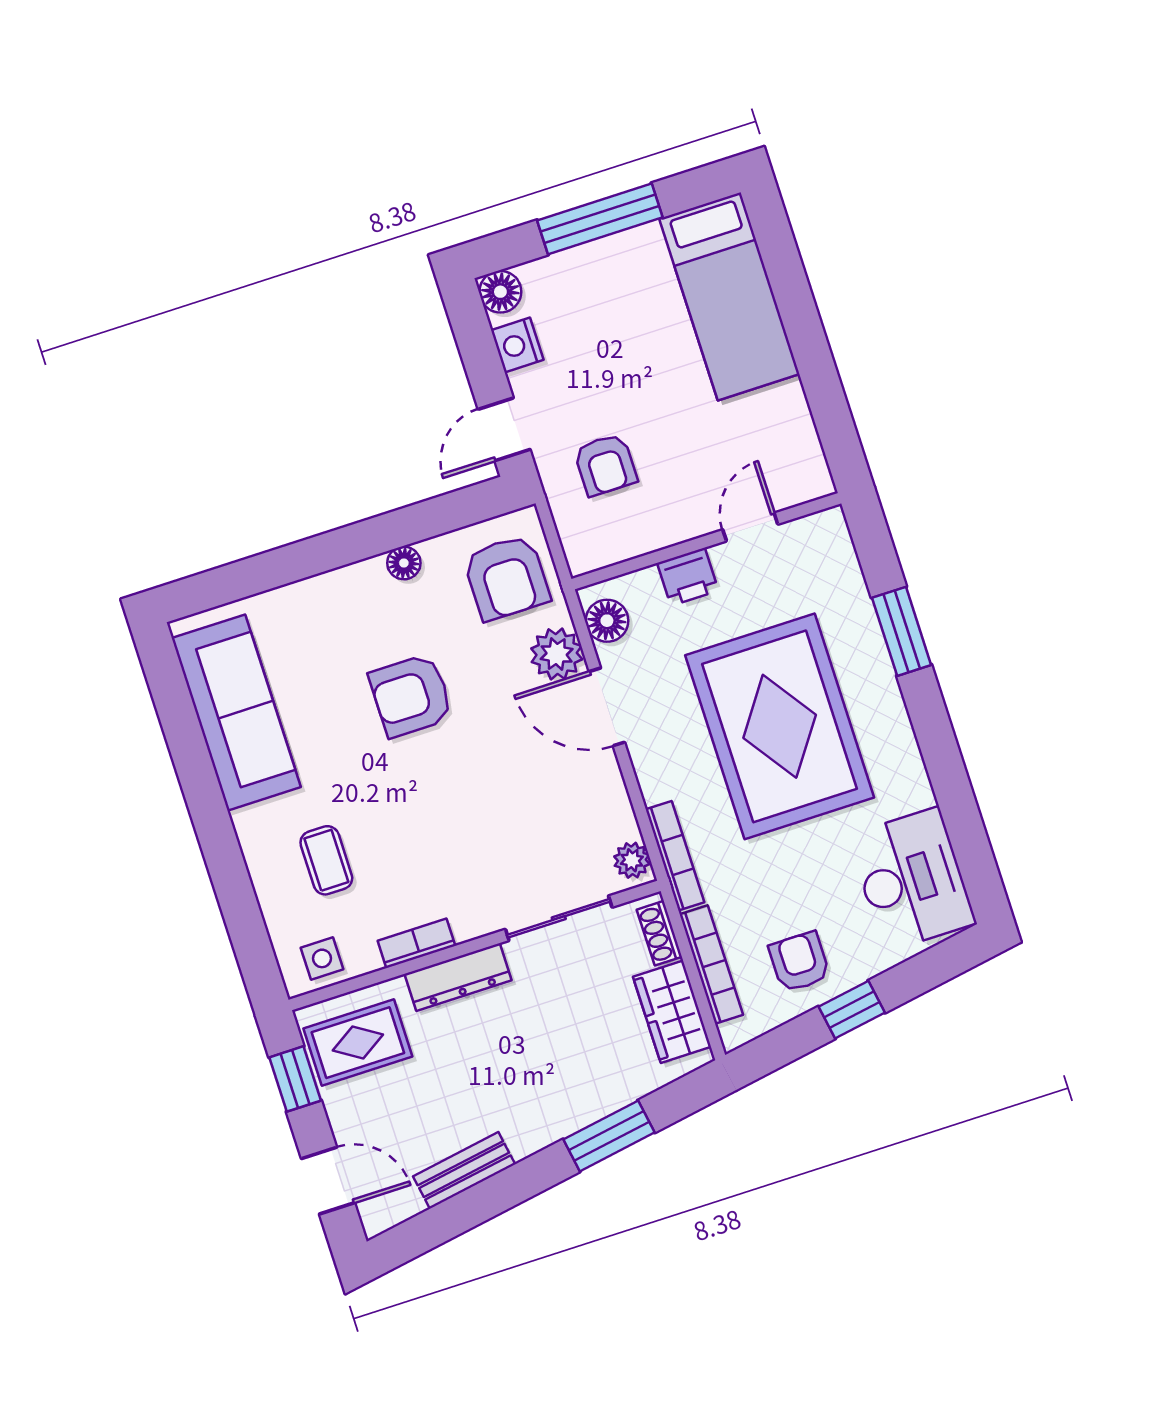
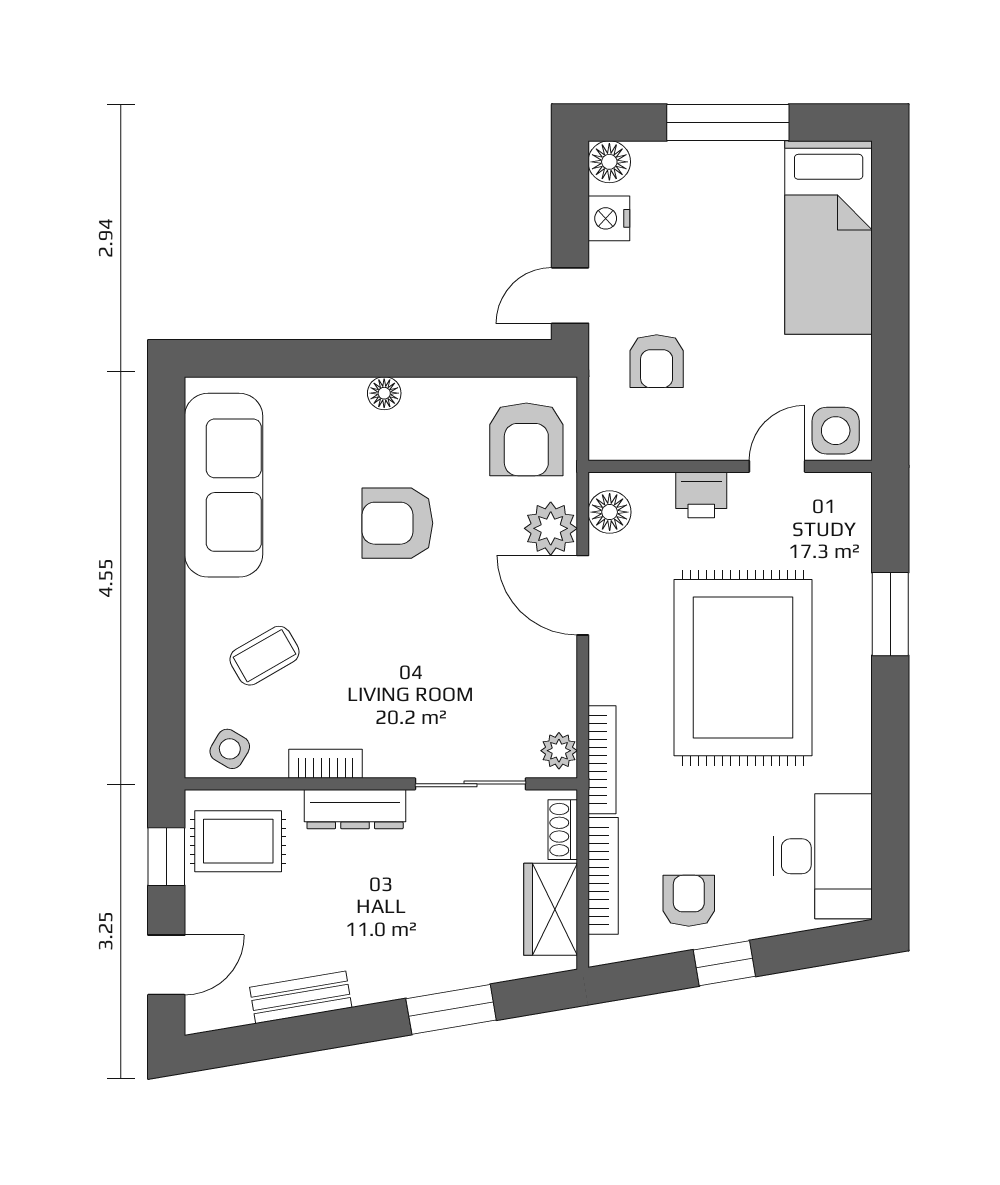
side table: (795, 476) -> (836, 431), added
floor lamp: (404, 563) -> (384, 393), moved
coffee table: (326, 860) -> (264, 656), turned 60
side table: (322, 958) -> (230, 749), turned 31
door: (328, 1181) -> (166, 965), hinge flipped

